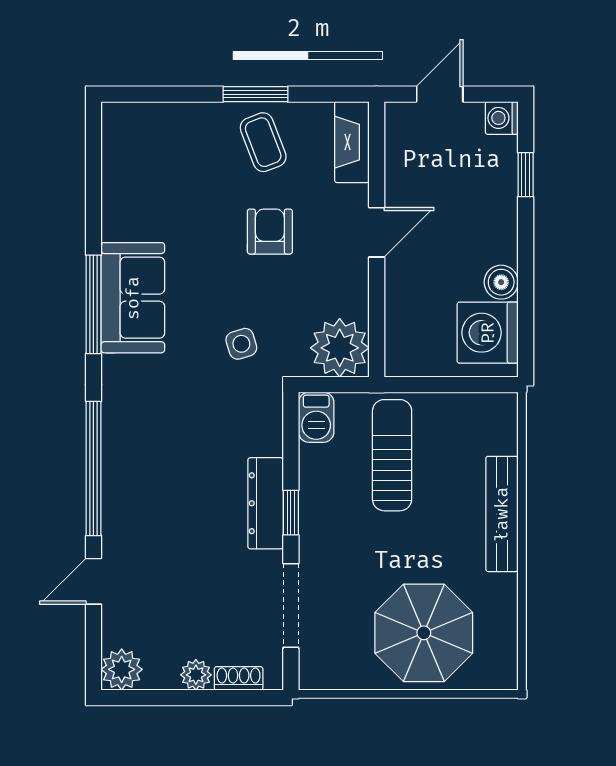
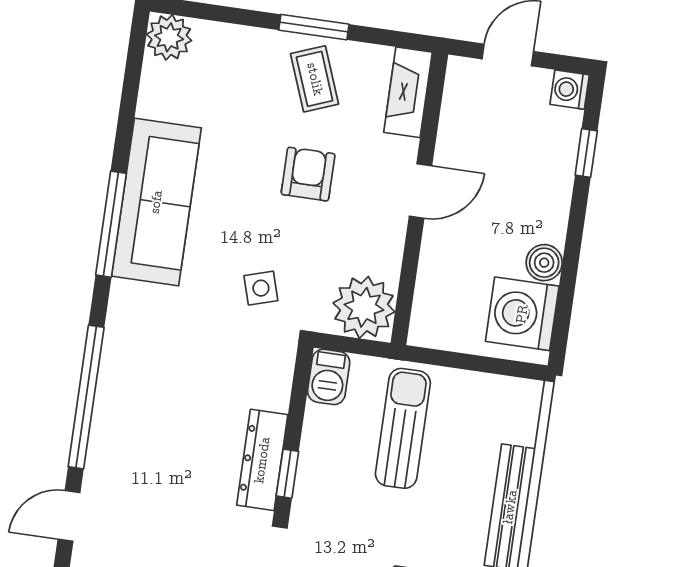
plant: (122, 123) -> (169, 37), added
sofa: (133, 298) -> (156, 202), width x1.36

